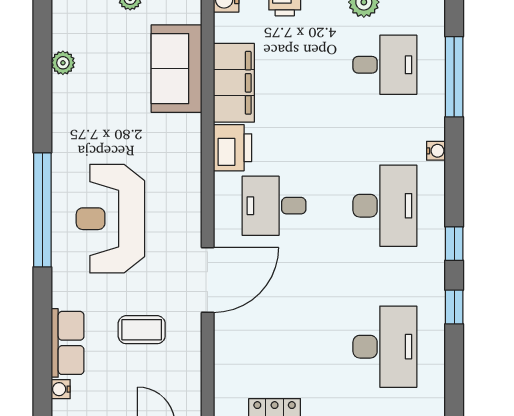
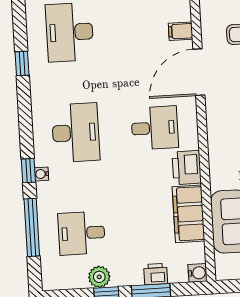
desk: (385, 206) -> (76, 133), turned 180
window: (454, 244) -> (28, 171), moved
filing cabinet: (230, 339) -> (181, 31), added

